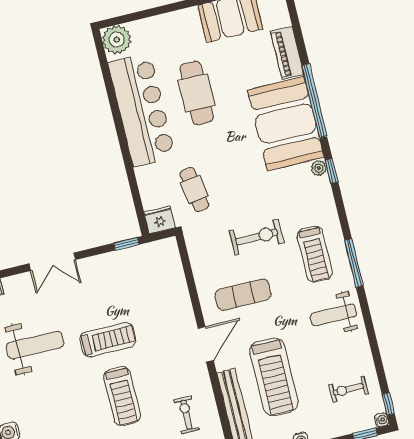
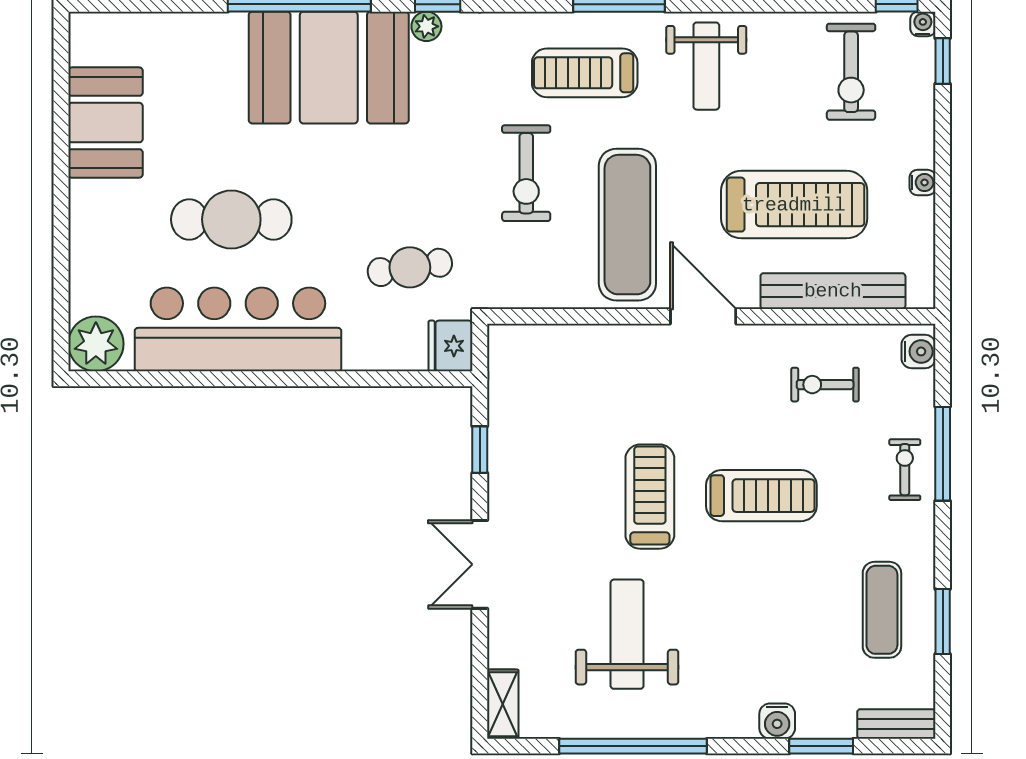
piano: (287, 53) -> (198, 33), removed
exercise bike: (257, 237) -> (526, 173), turned 180
window: (126, 244) -> (480, 450), moved
treadmill: (315, 254) -> (585, 73), turned 180
double door: (52, 262) -> (480, 564), swing flipped
exercise mat: (243, 295) -> (627, 225), width x1.36, depth x1.45
exercise bike: (348, 389) -> (851, 72), width x1.38, depth x1.39

